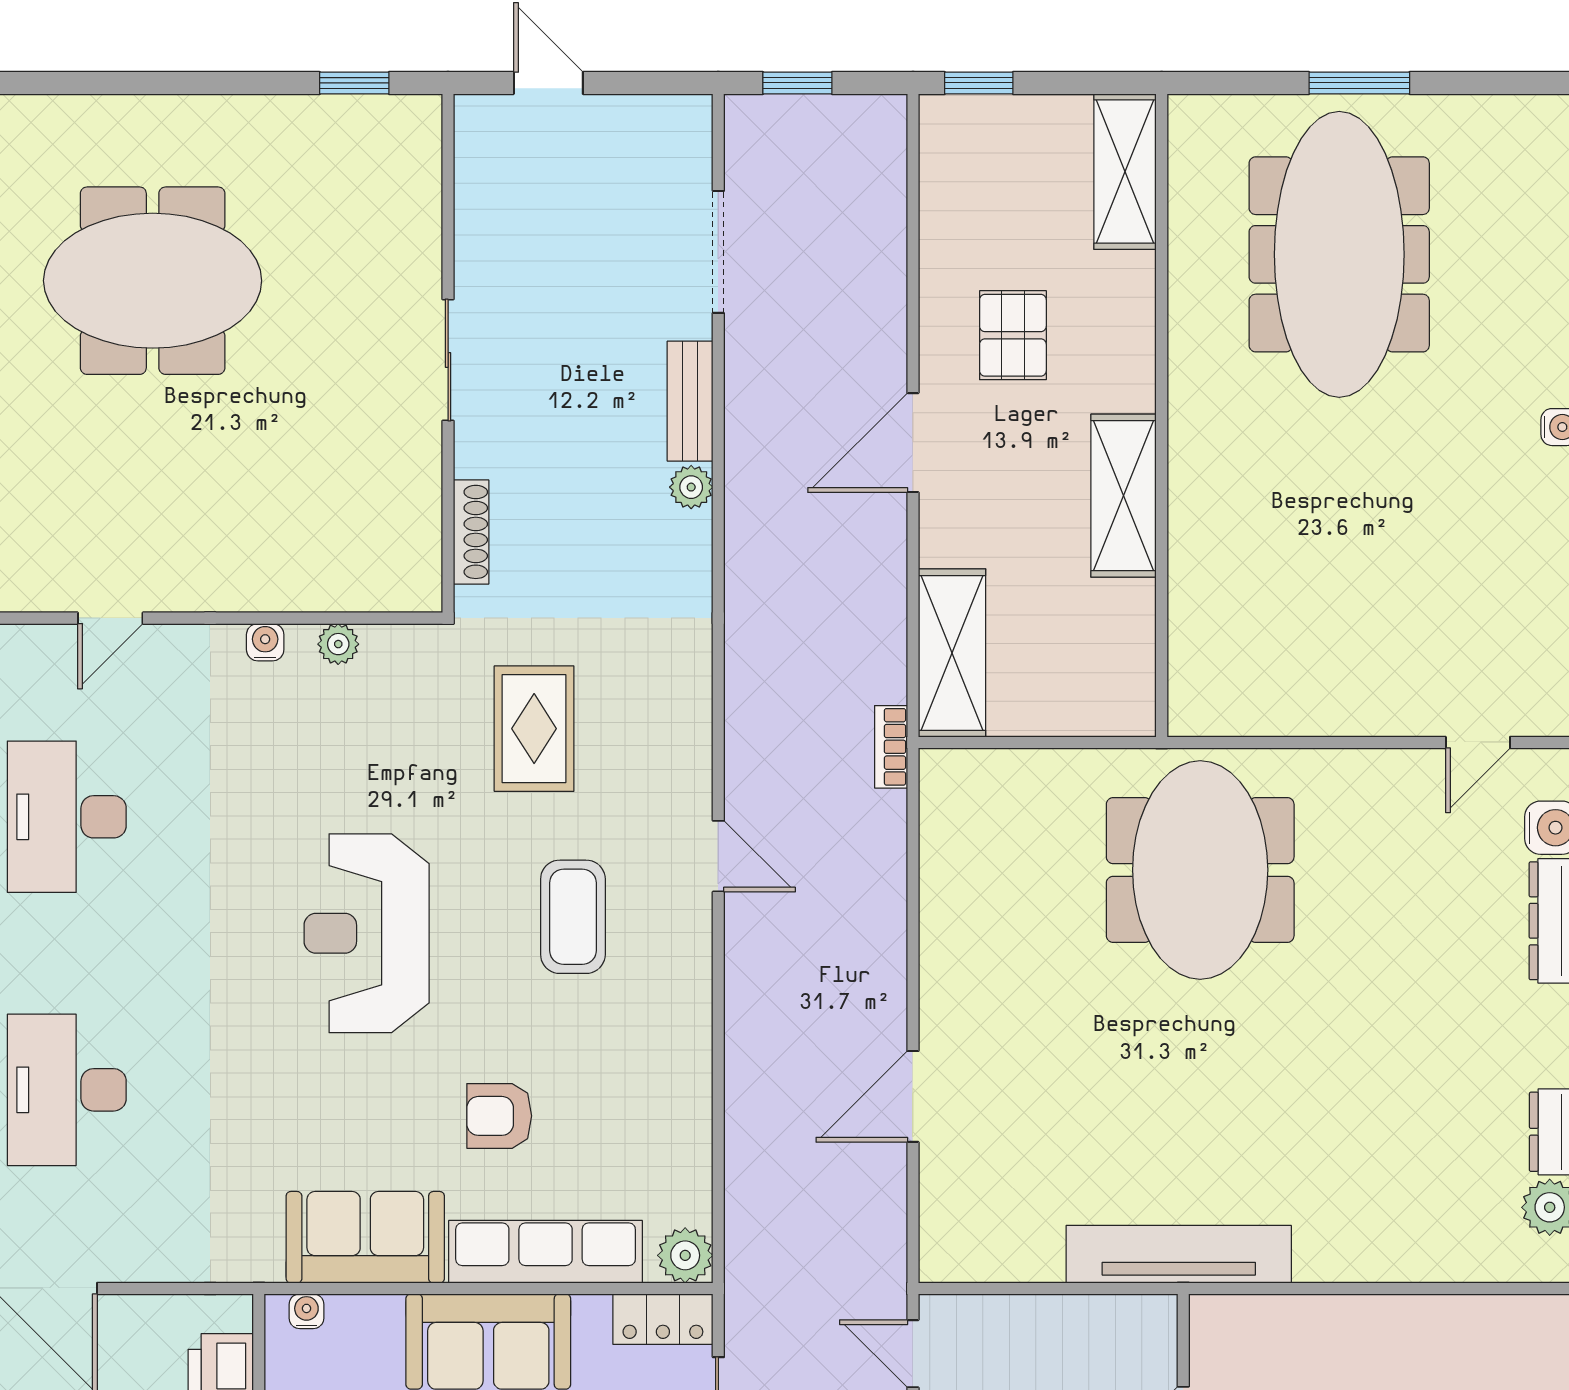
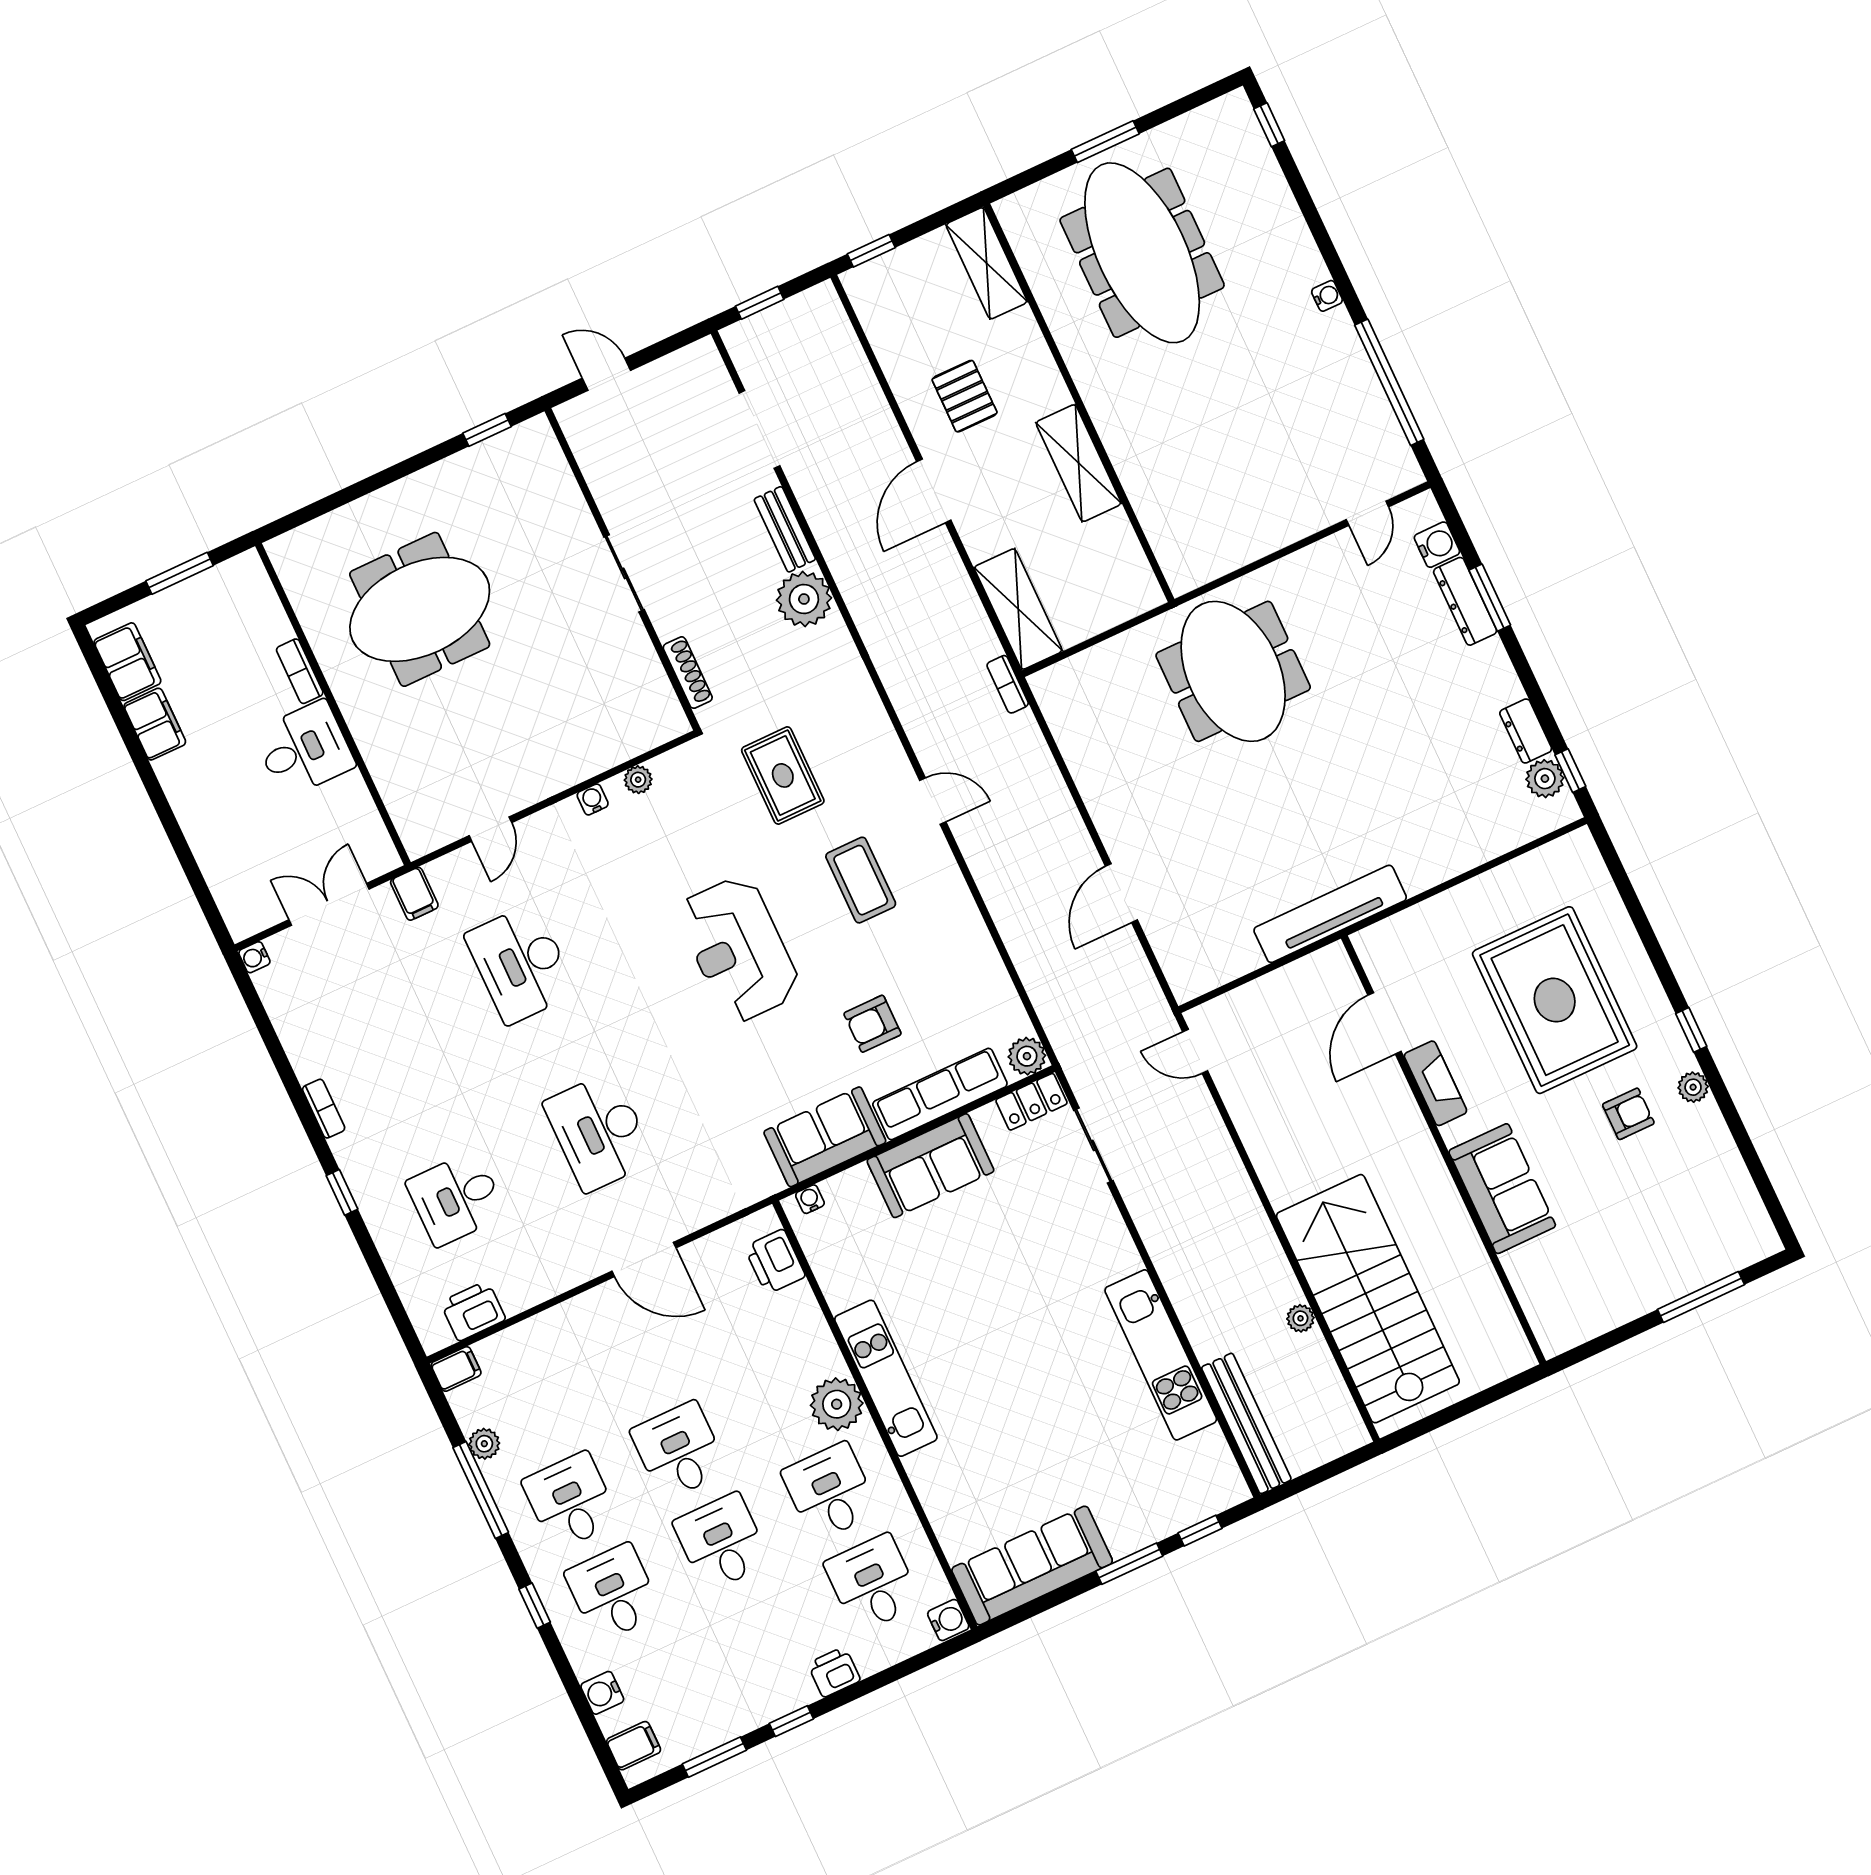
plant: (691, 487) -> (804, 599), width x1.88, depth x1.88

